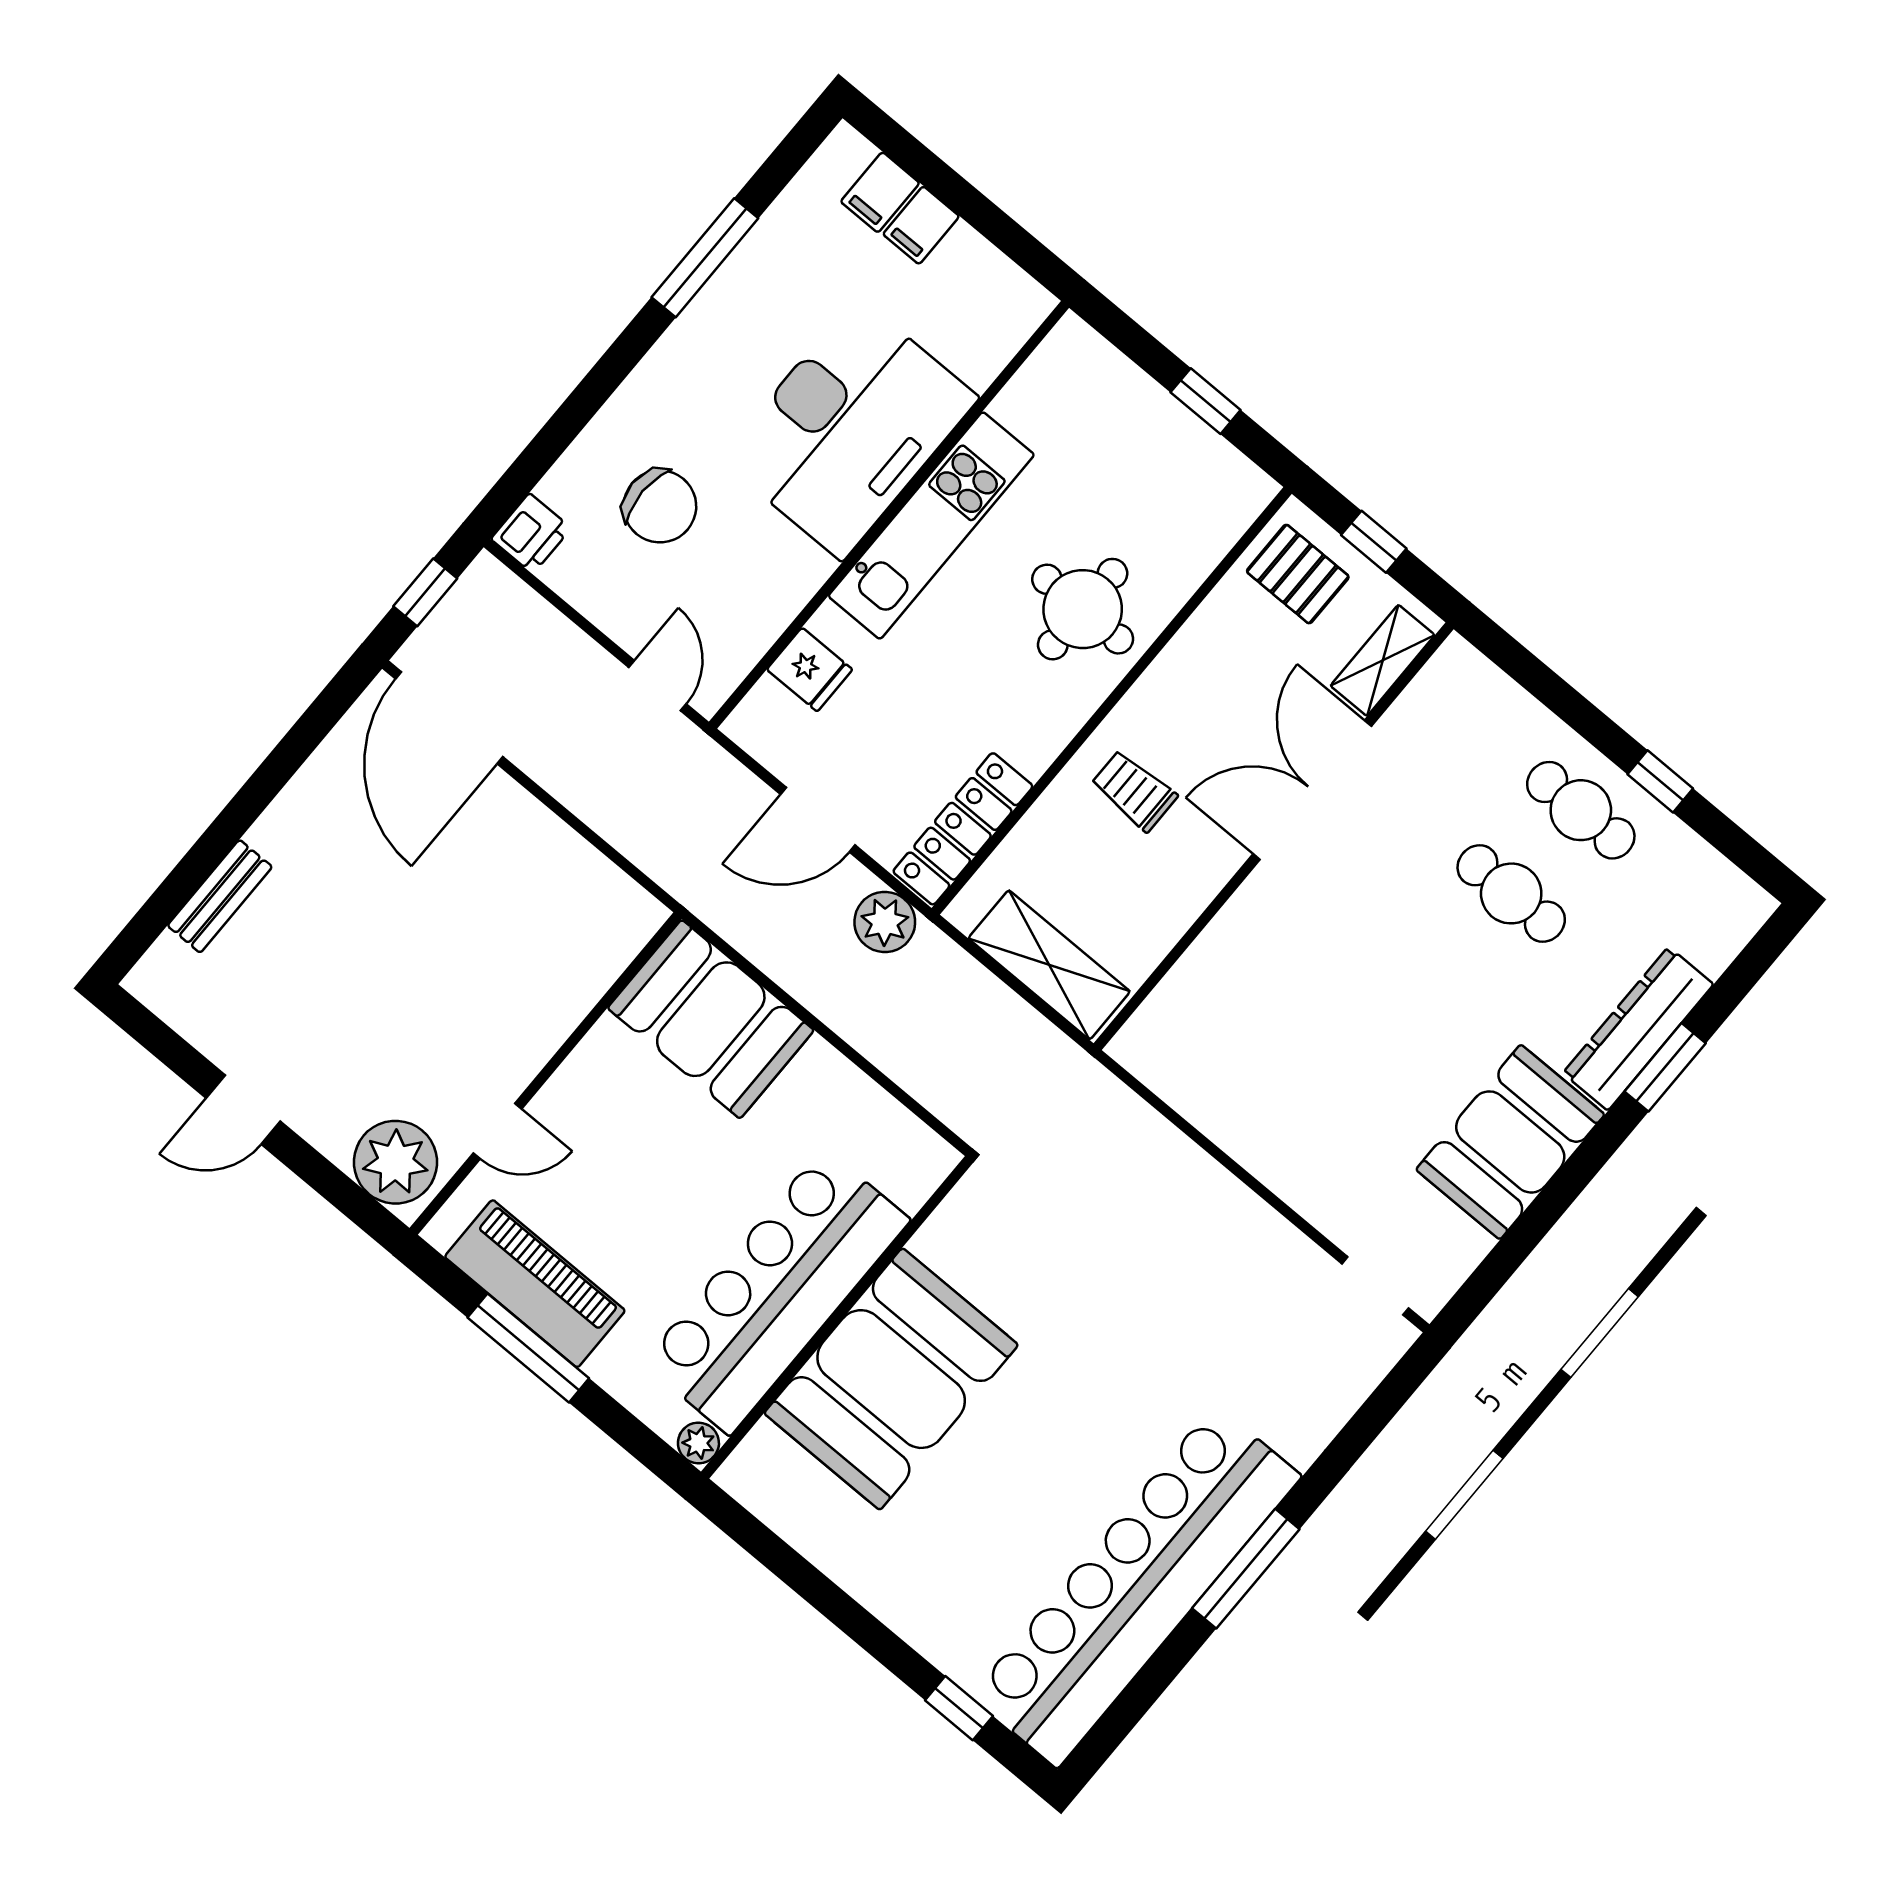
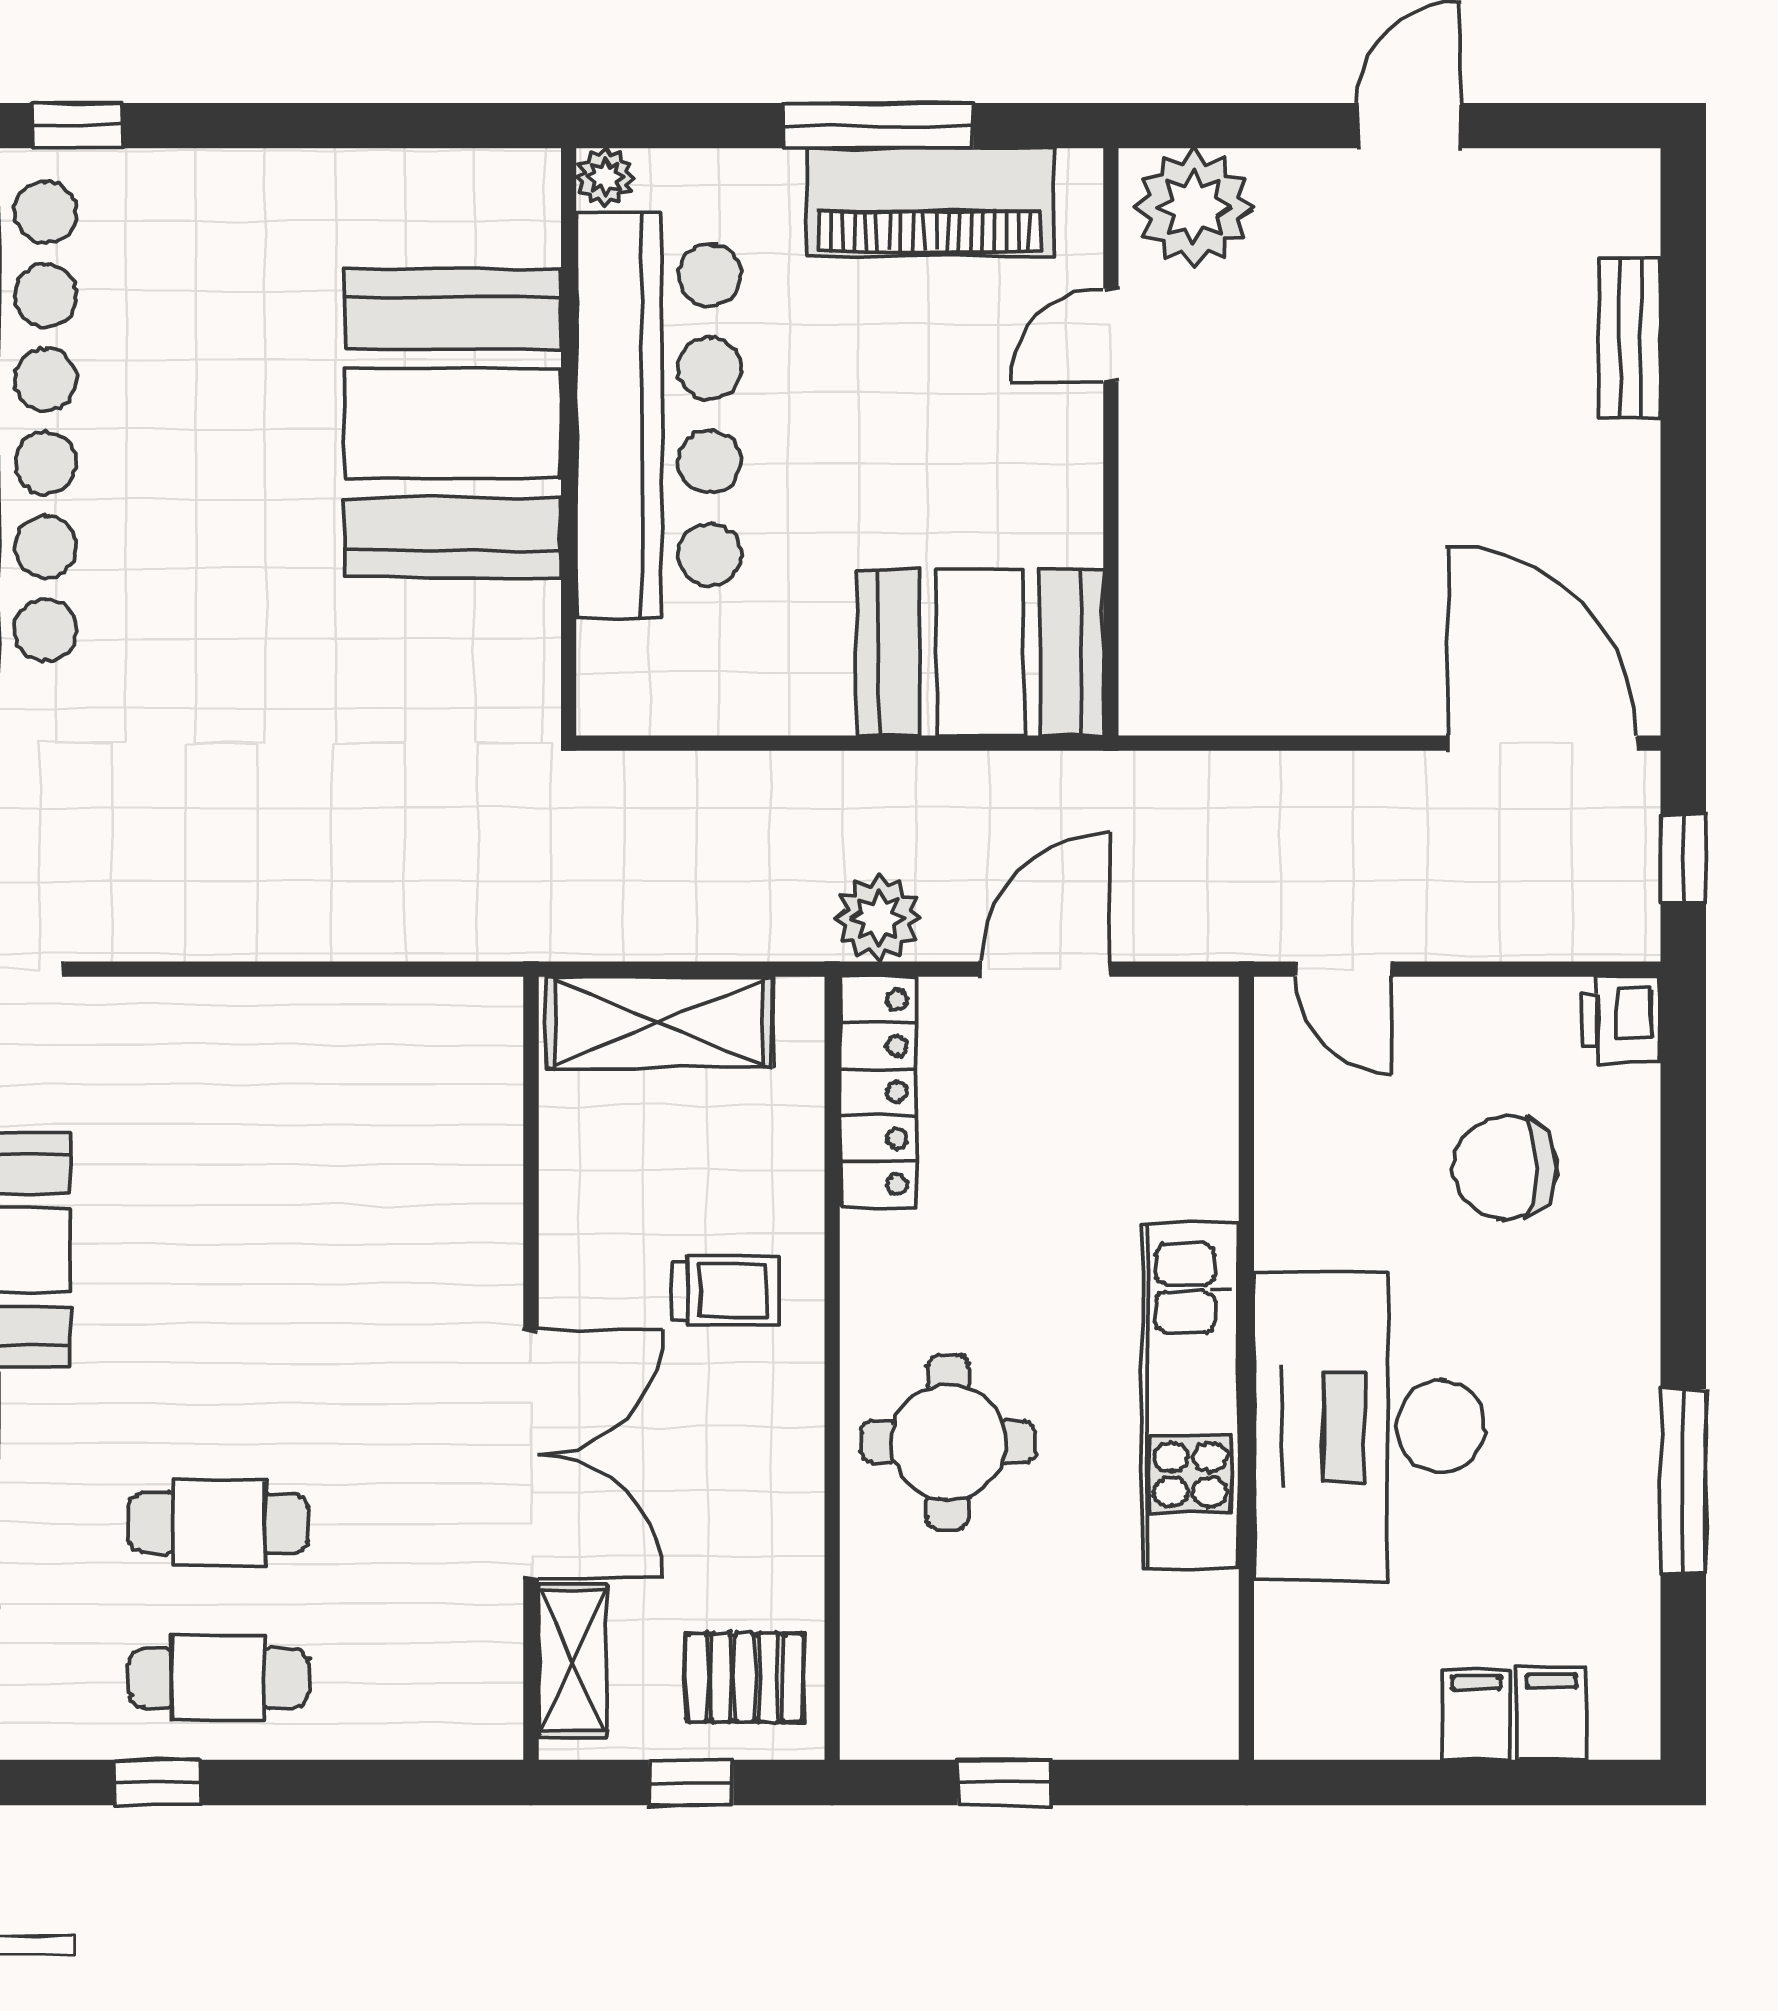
fridge: (810, 670) -> (1192, 1126), removed

